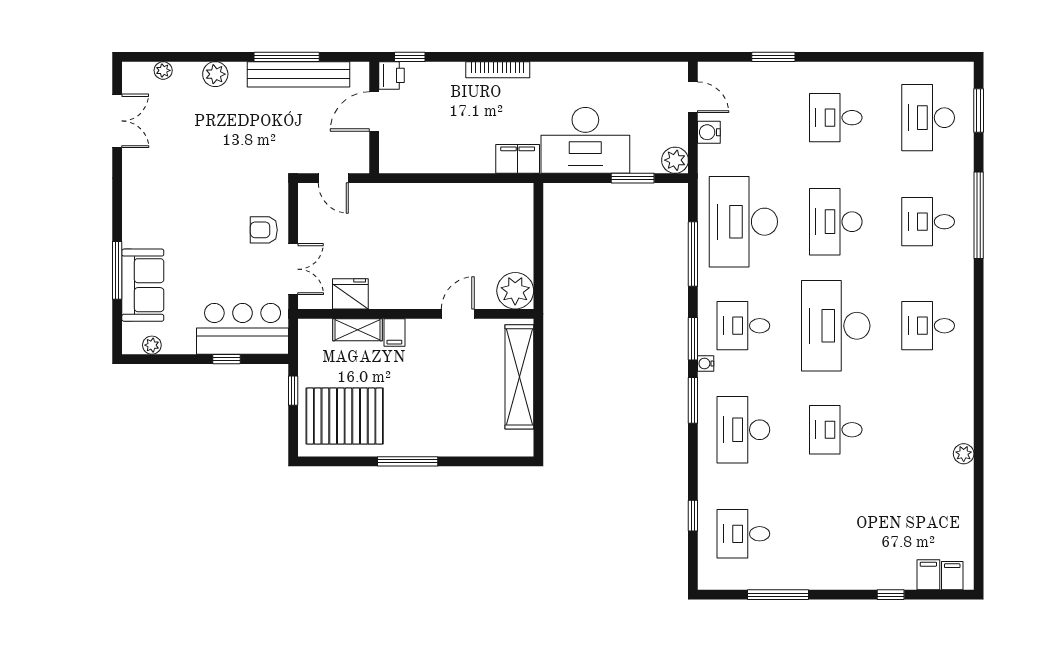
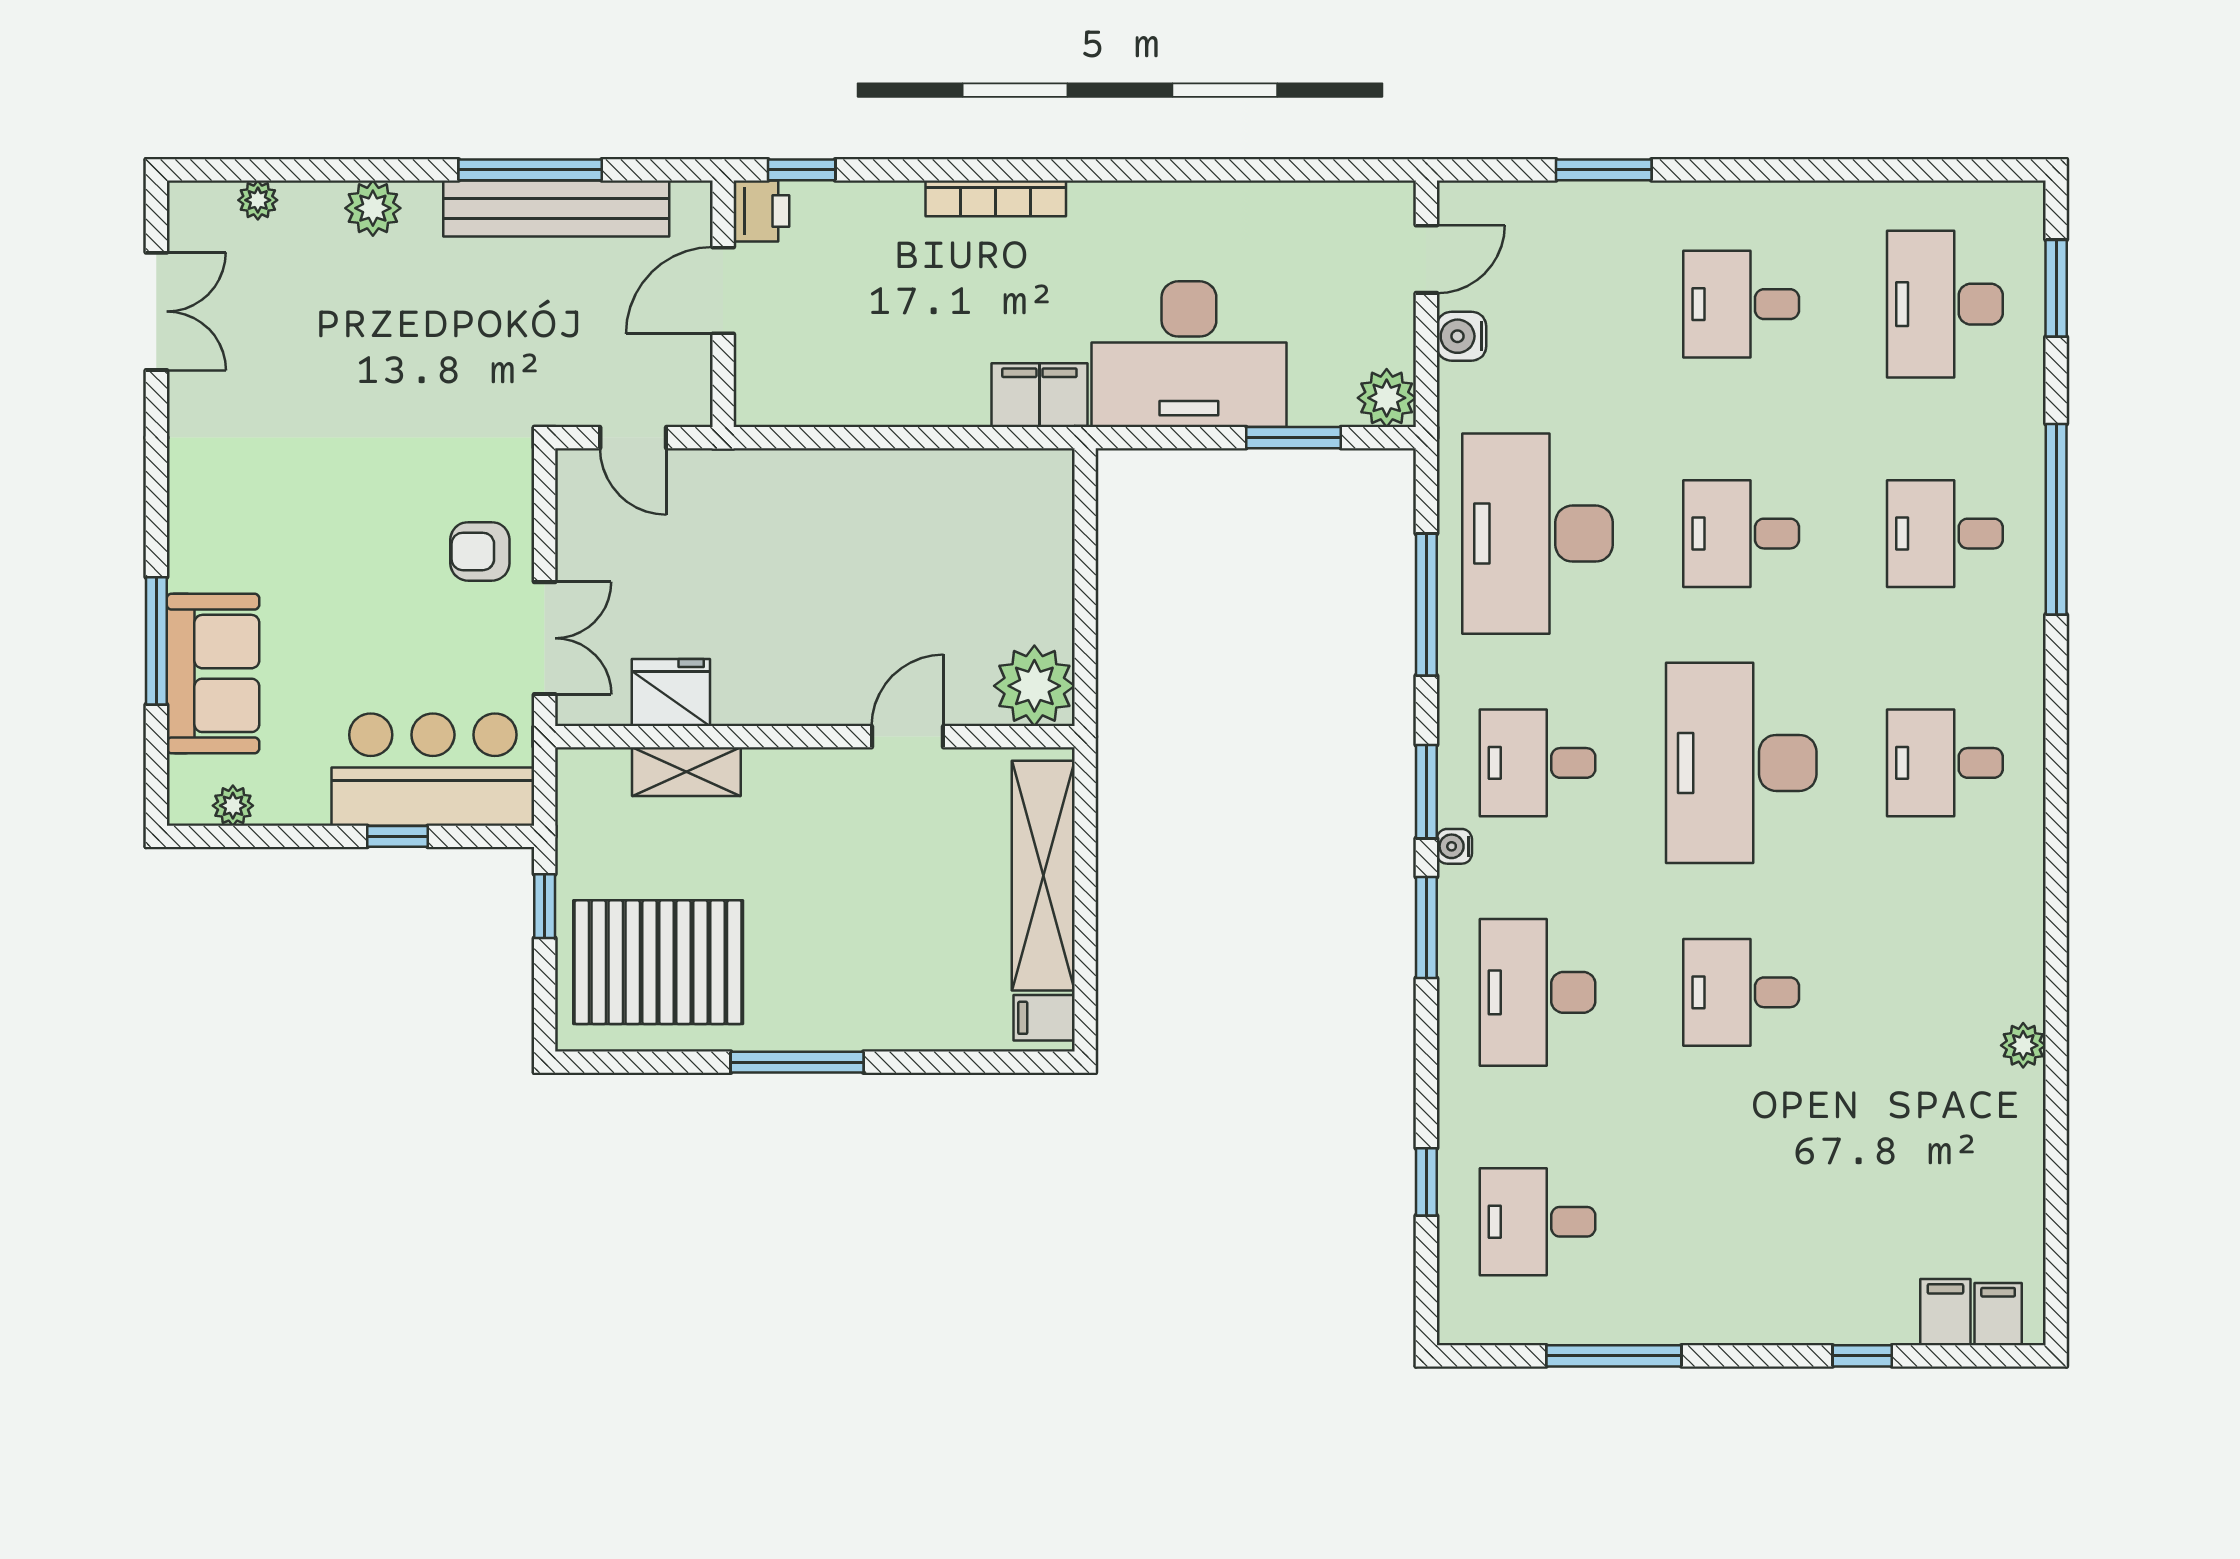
door: (693, 97) -> (1426, 259), hinge flipped
desk: (836, 222) -> (1741, 534), width x0.73
filing cabinet: (394, 332) -> (1044, 1018), moved, turned 90

